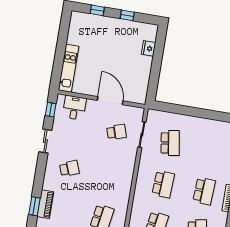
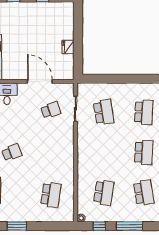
fridge: (149, 48) -> (68, 47), moved
school desk: (163, 184) -> (144, 112), moved

